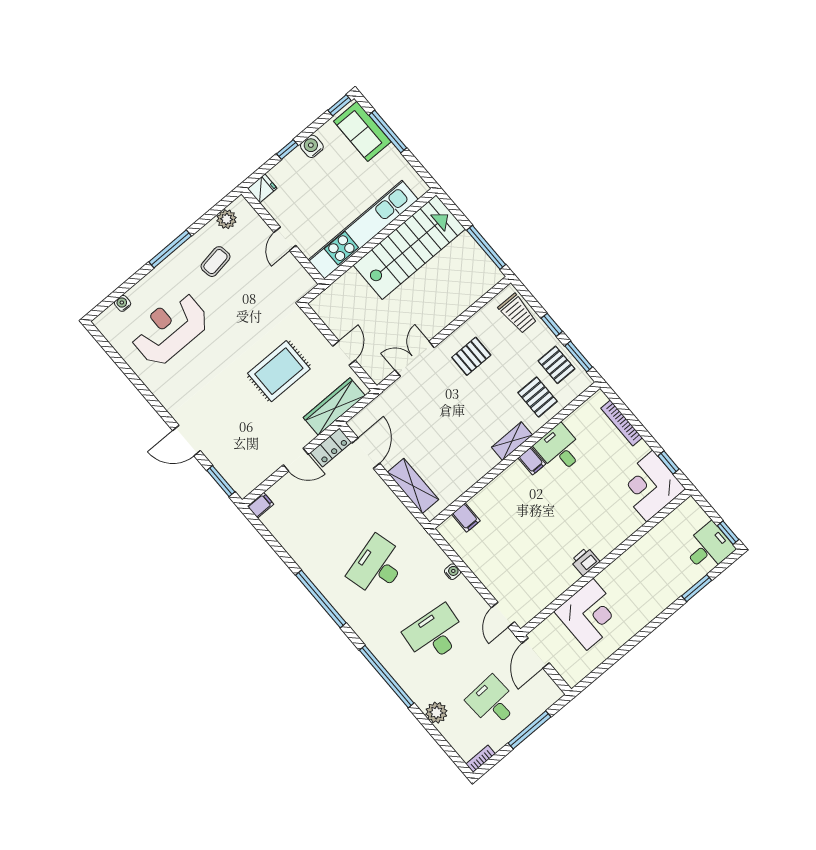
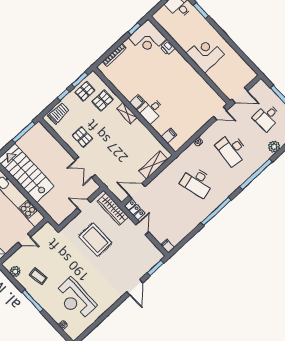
desk: (559, 449) -> (151, 110), moved
printer: (585, 561) -> (168, 48), moved
corner desk: (590, 614) -> (205, 54), moved

